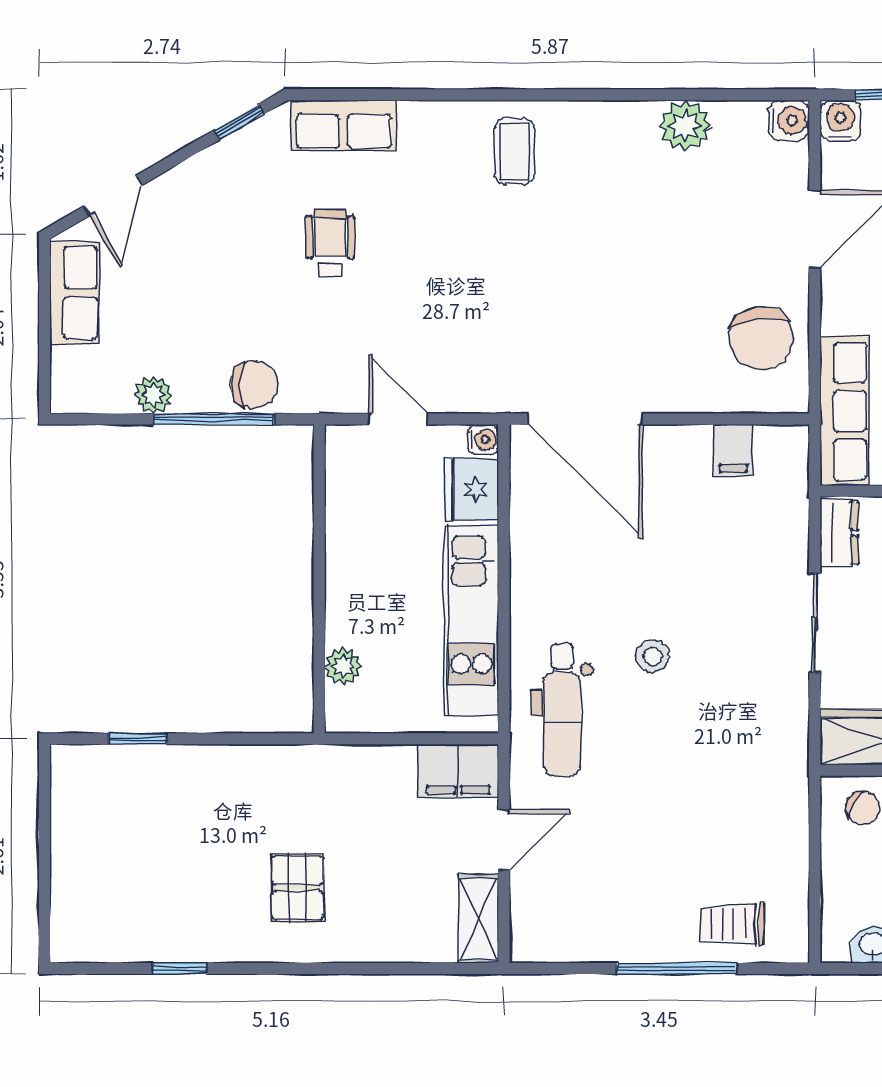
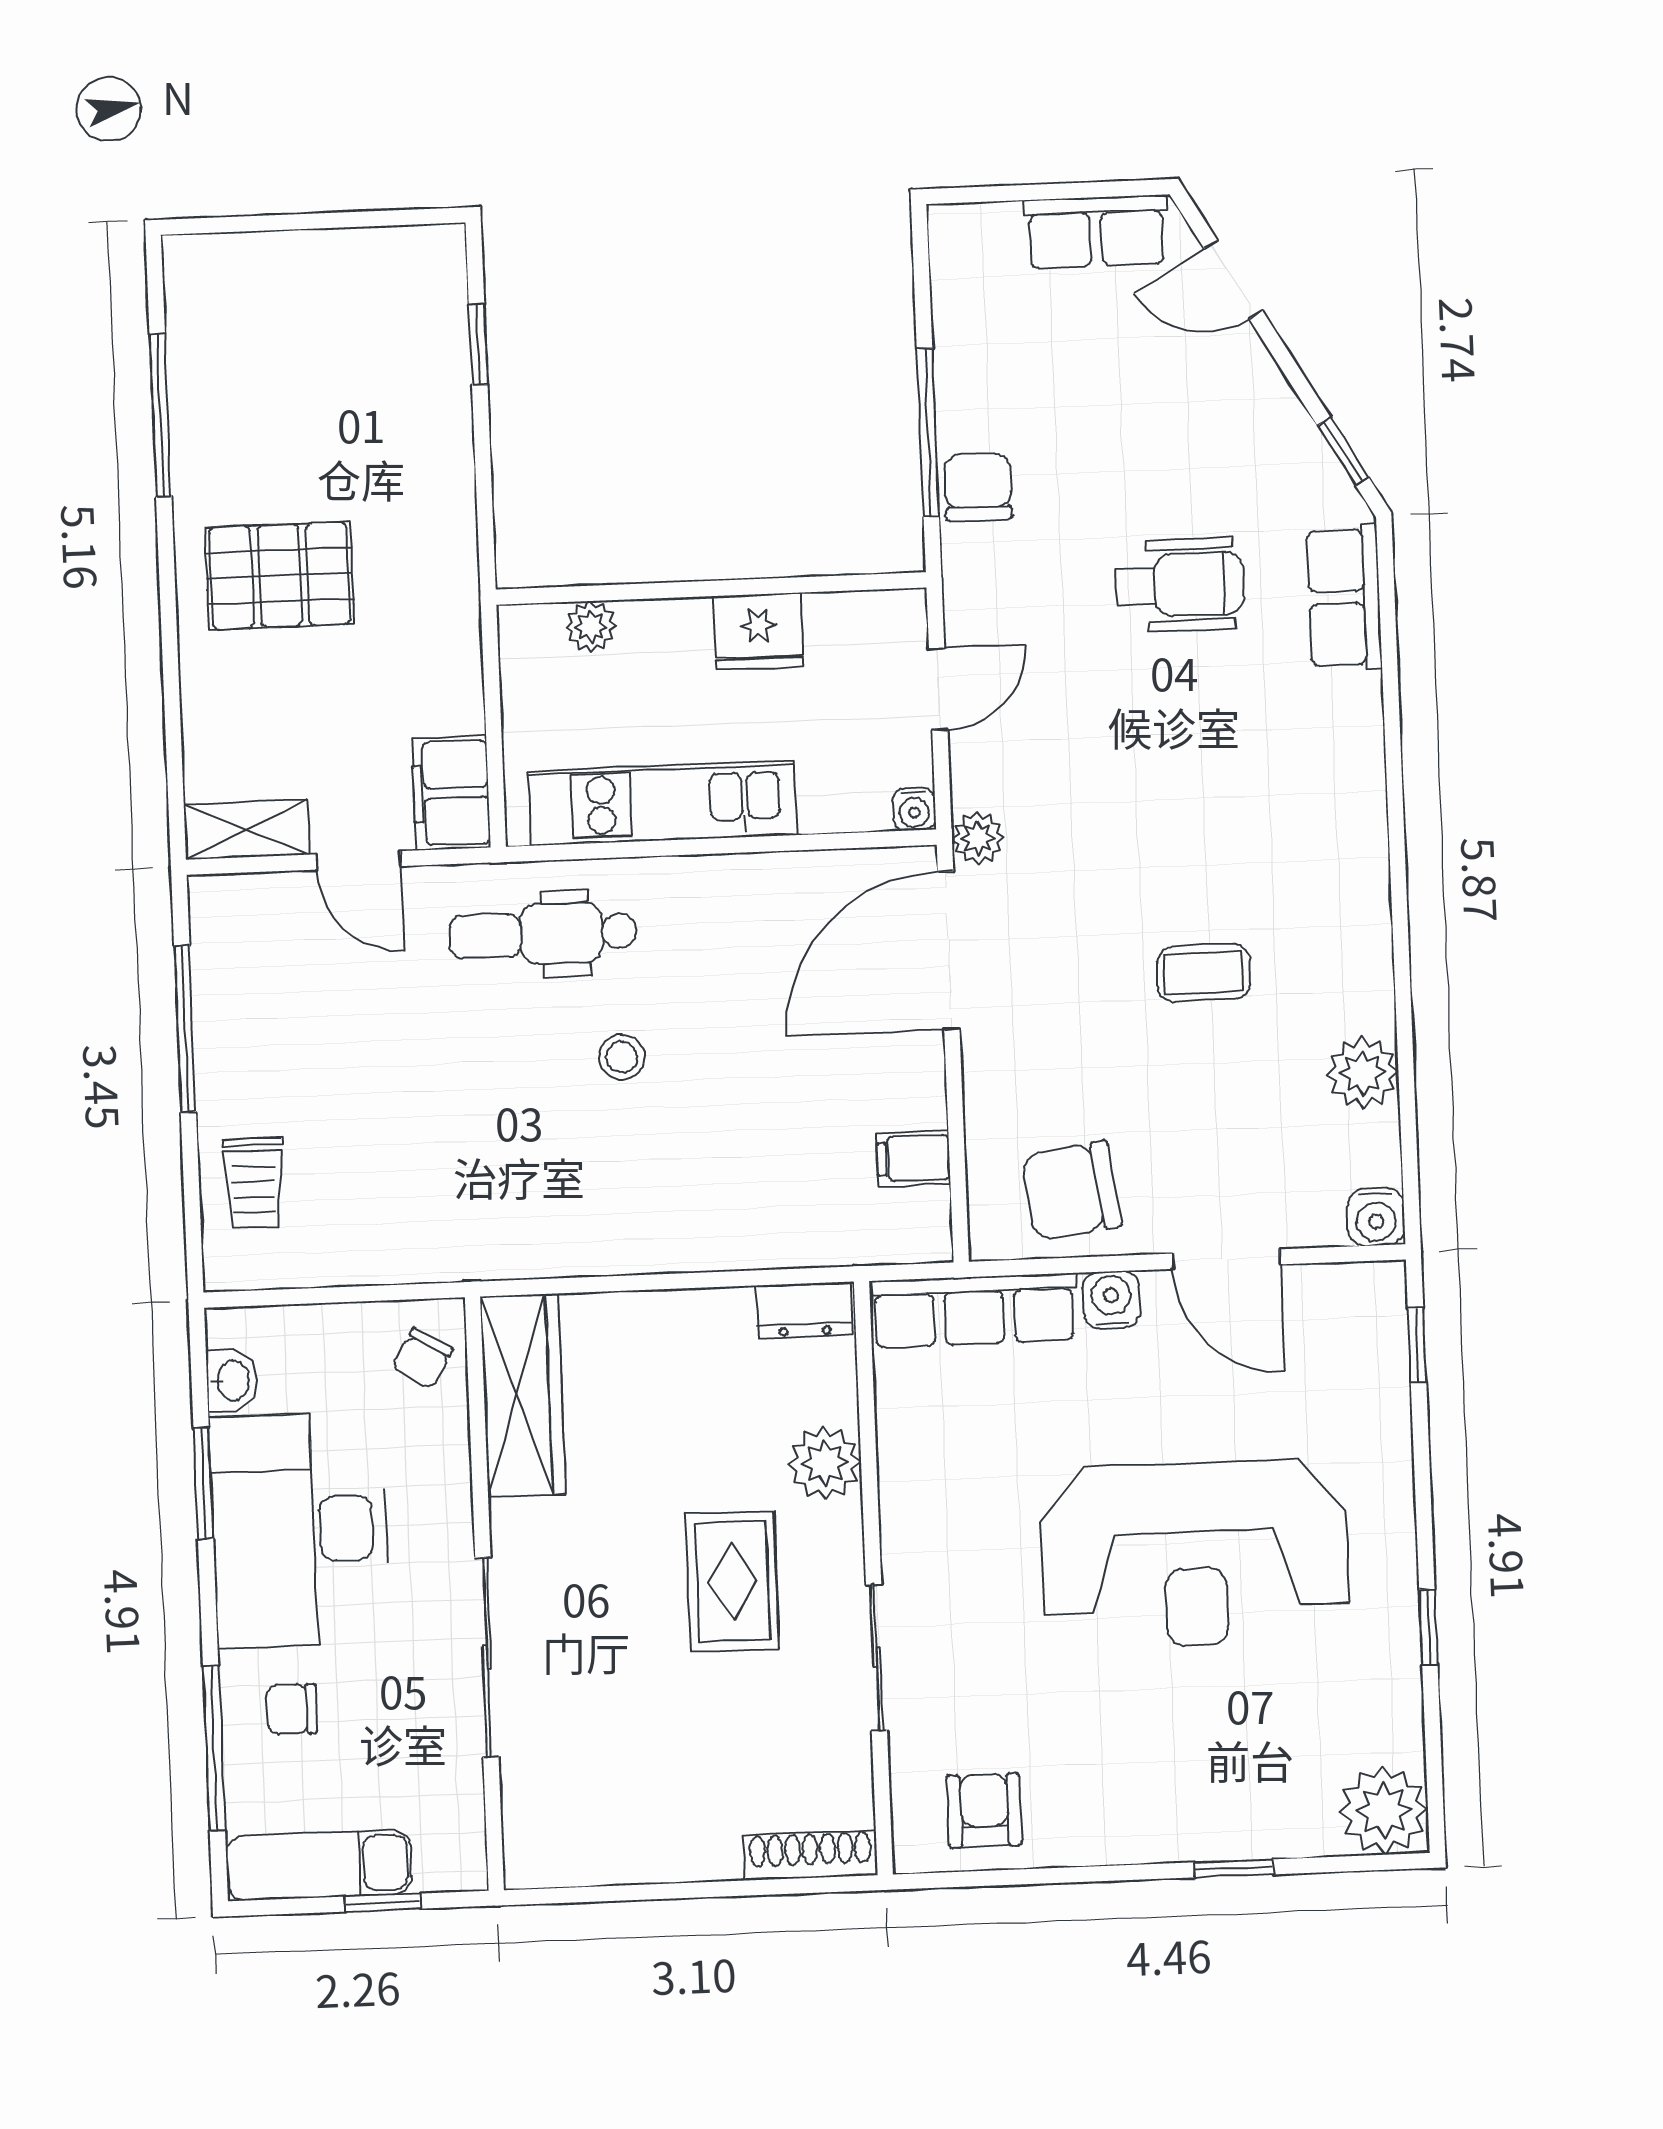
water cooler: (841, 121) -> (1111, 1300), moved, turned -90
coffee table: (514, 151) -> (1203, 973), moved
wheelchair: (330, 243) -> (1180, 585), width x1.36, depth x1.37
chair: (254, 385) -> (978, 487), turned 180
plant: (154, 395) -> (978, 838), moved
fridge: (472, 490) -> (758, 632), moved, turned 180
sliding door: (815, 623) -> (677, 1281), removed
pallet: (298, 888) -> (280, 576), width x1.50, depth x1.42
trolley: (732, 924) -> (253, 1183), turned 180
window: (180, 968) -> (160, 416), width x2.17
window: (677, 968) -> (185, 1029), moved

